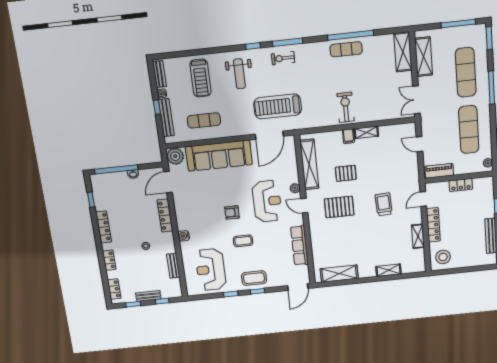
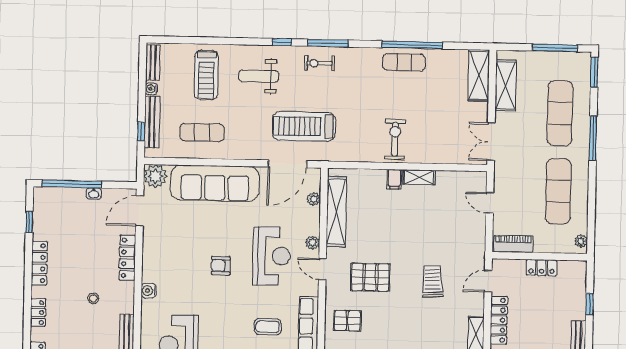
weight bench: (239, 74) -> (259, 76), turned 90
window: (157, 107) -> (141, 131), moved
plant: (292, 158) -> (314, 199), added
pallet: (346, 173) -> (347, 321), moved
coffee table: (243, 241) -> (268, 327), moved

